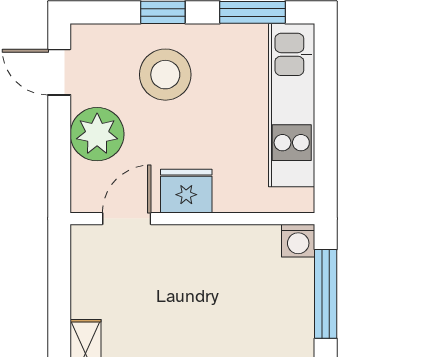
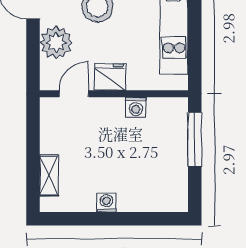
washing machine: (298, 241) -> (136, 107), moved

